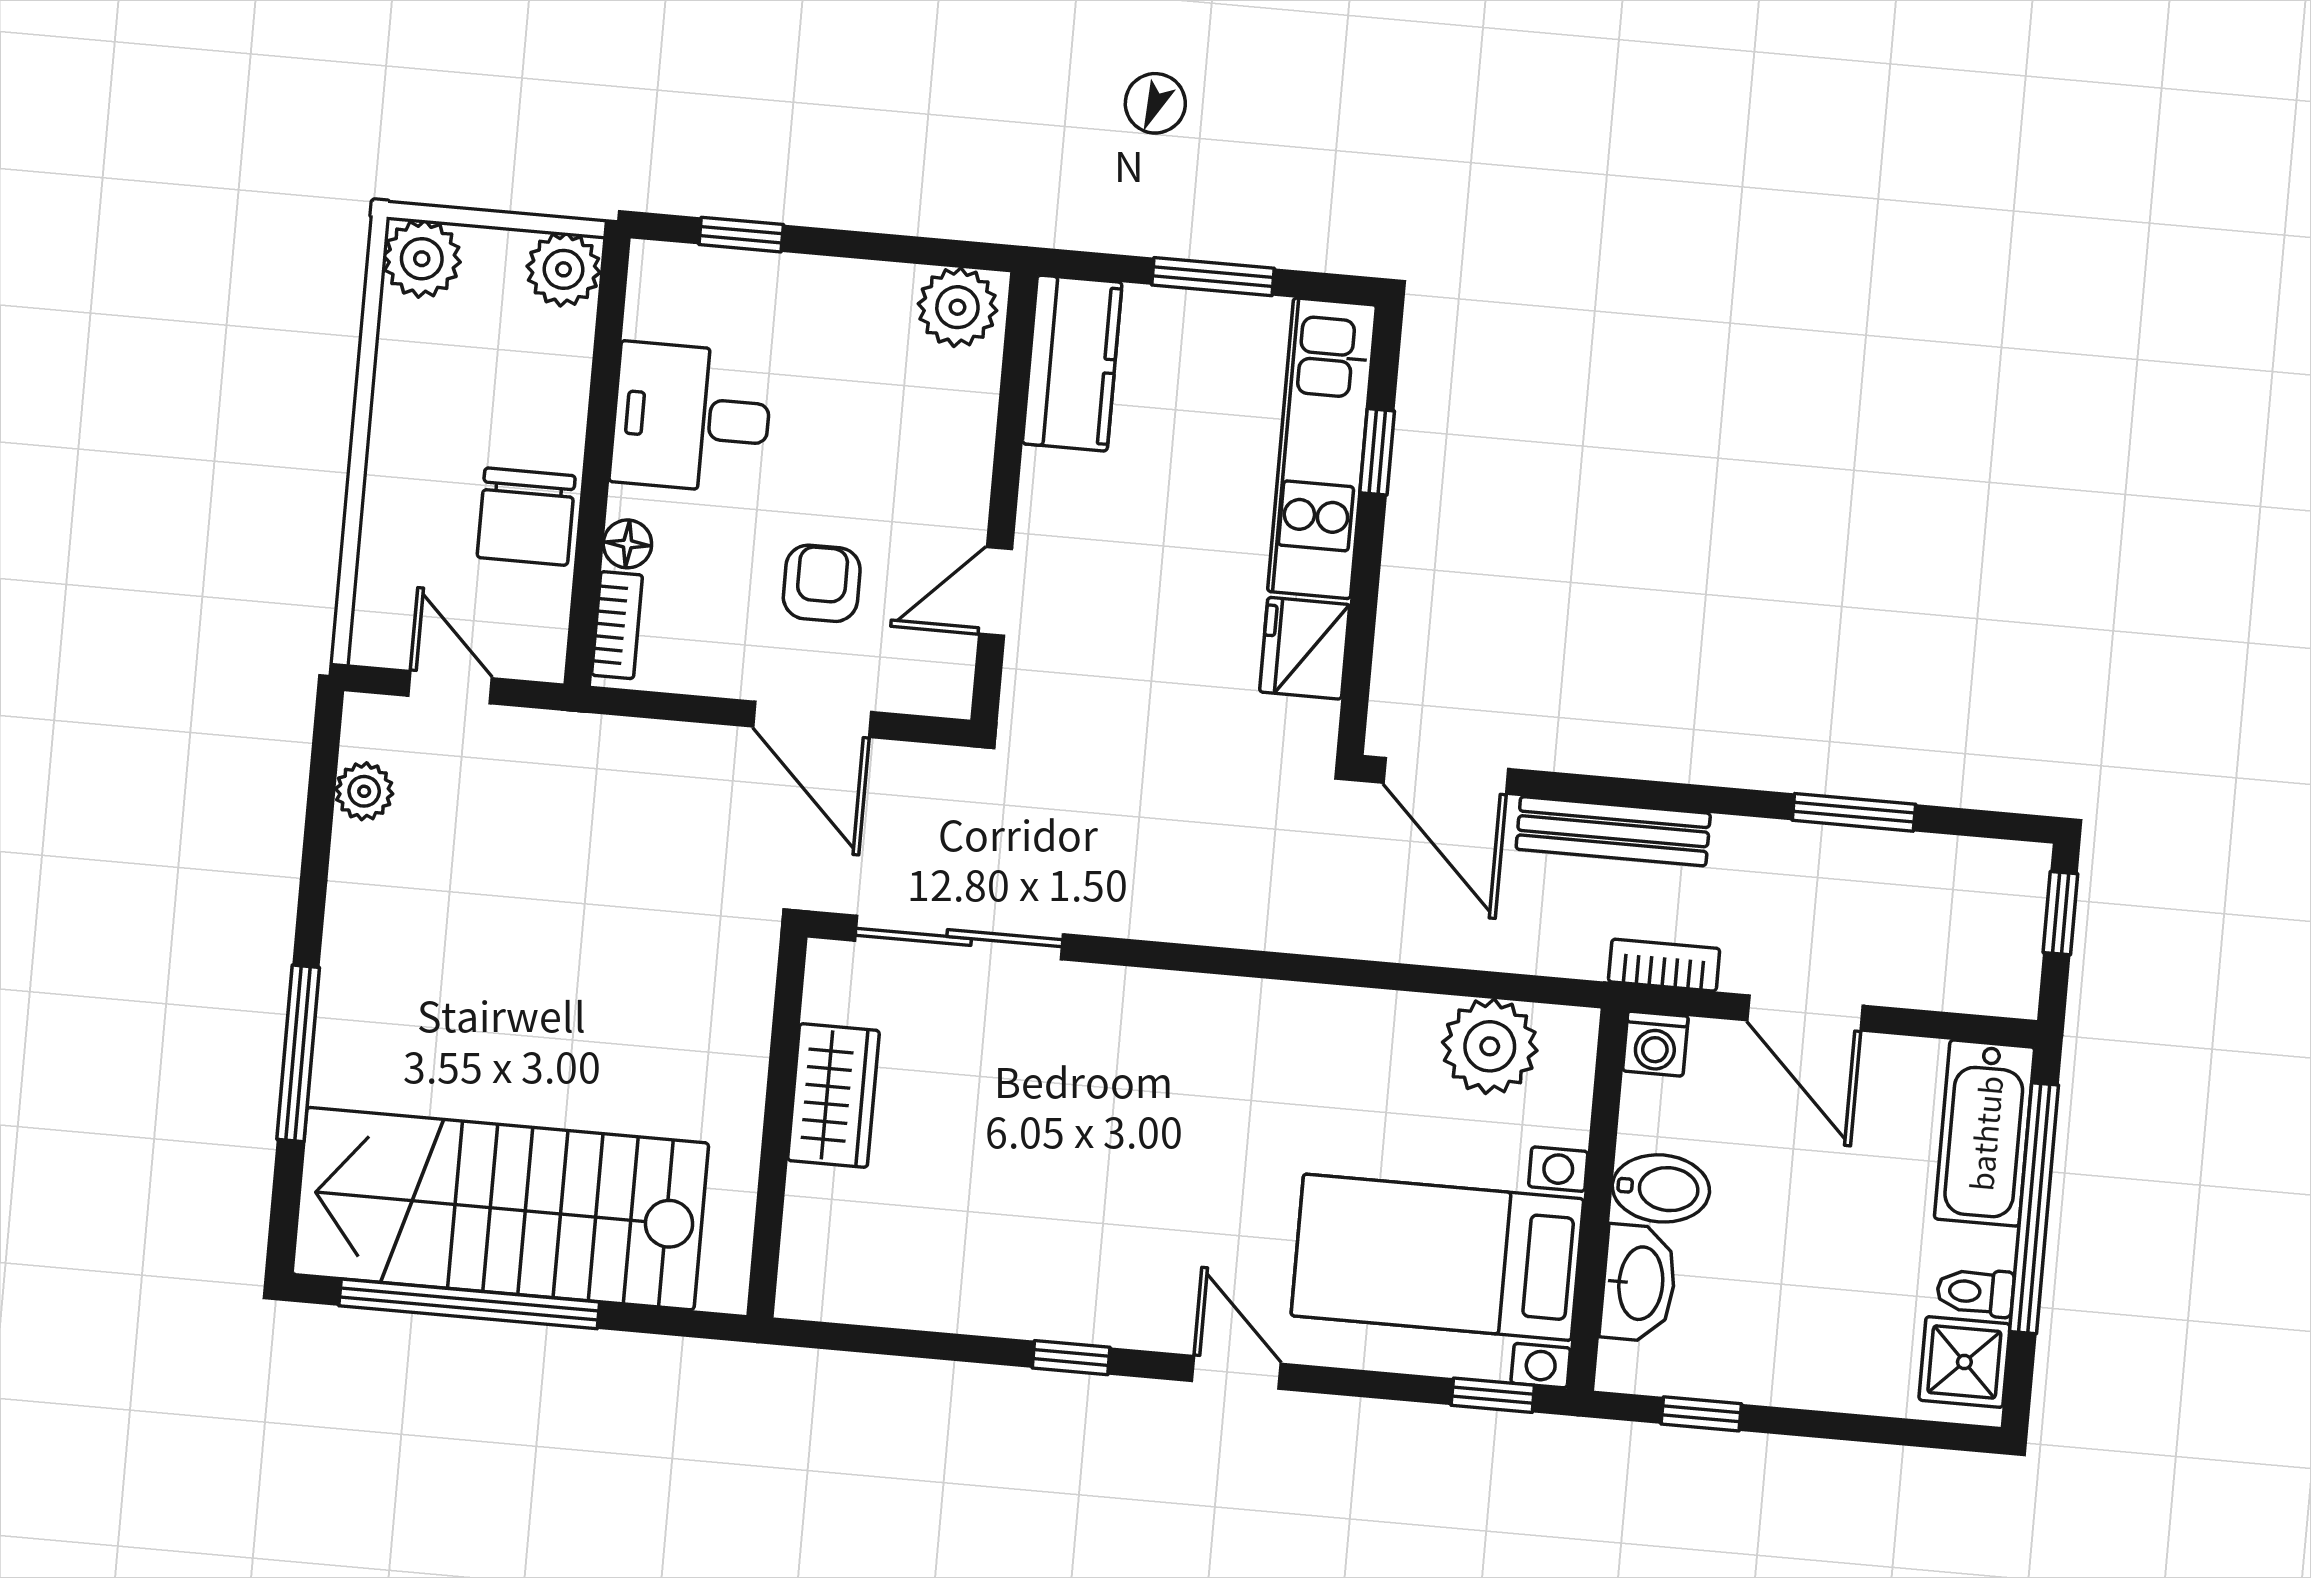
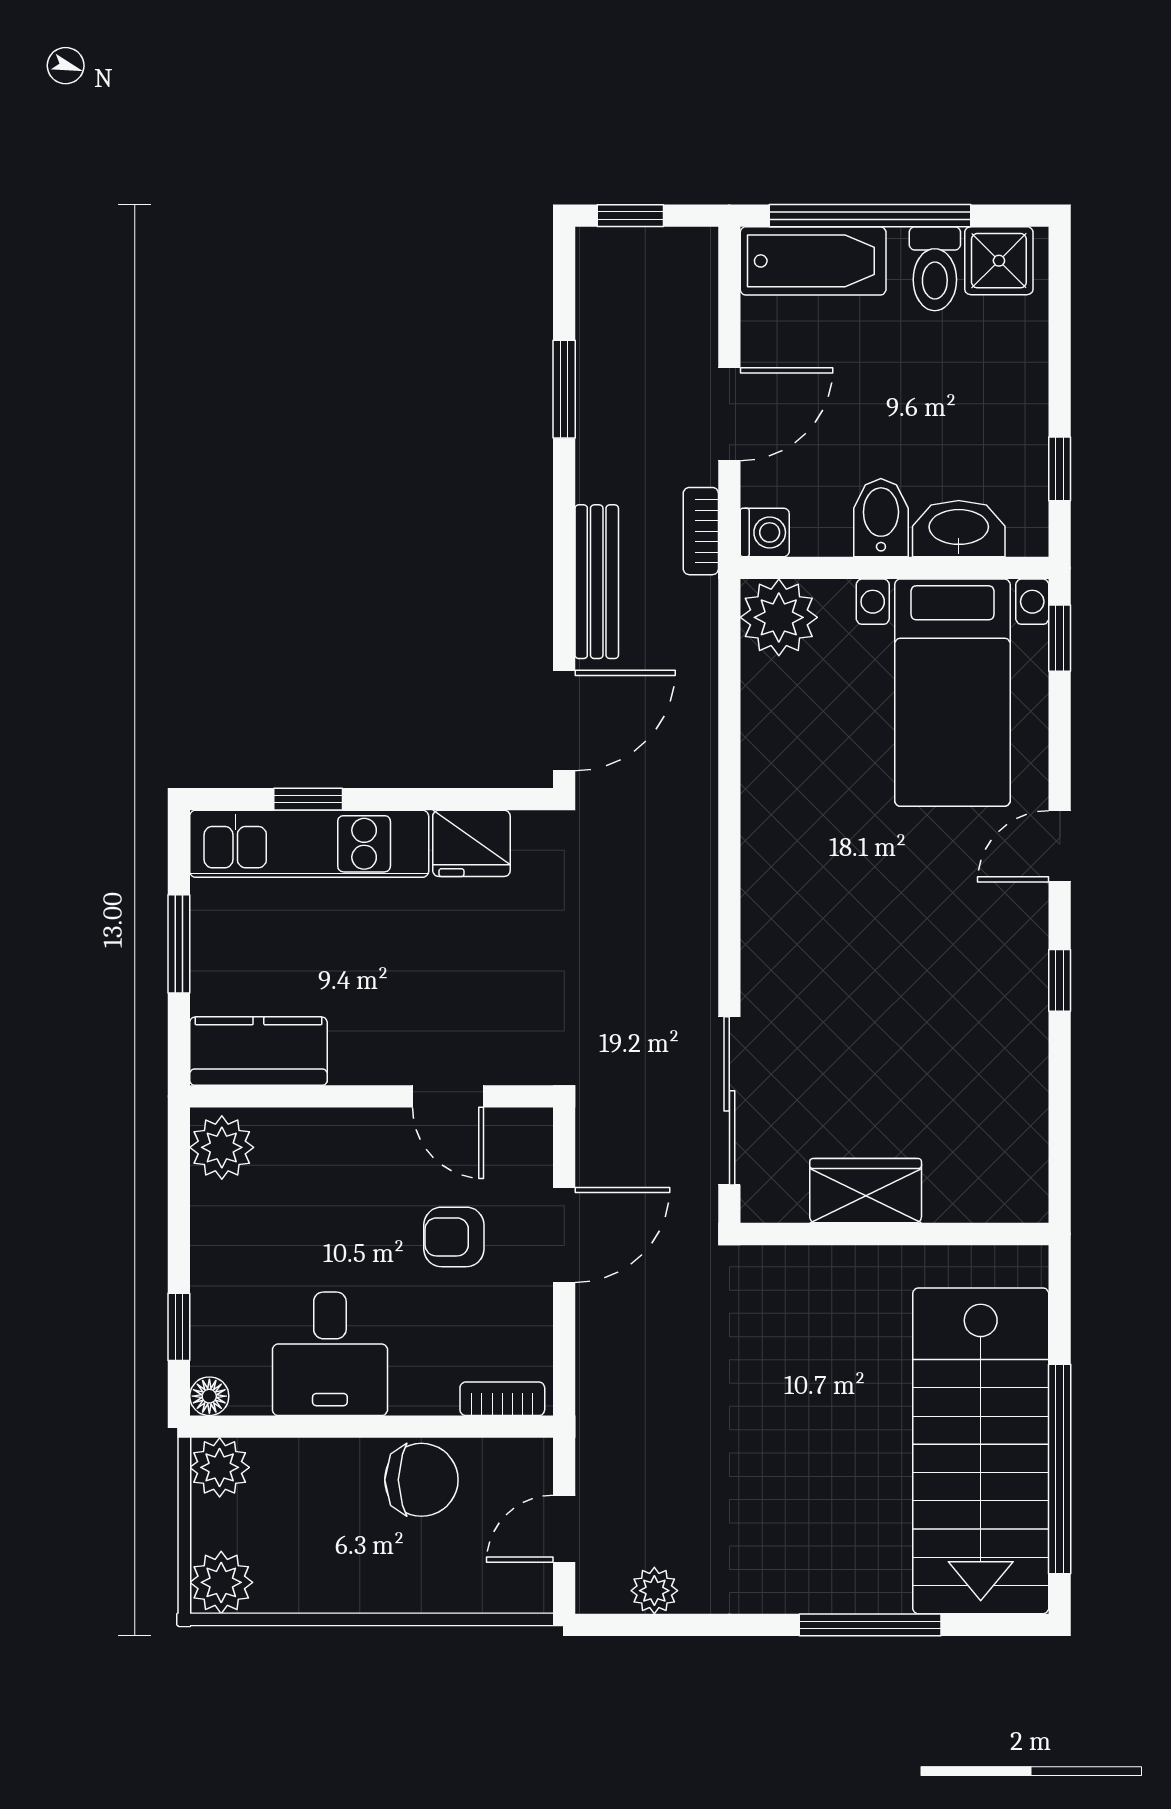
floor lamp: (627, 544) -> (209, 1396), moved
plant: (1490, 1046) -> (779, 617), moved
toilet: (1975, 1292) -> (935, 269), width x1.37, depth x1.39

